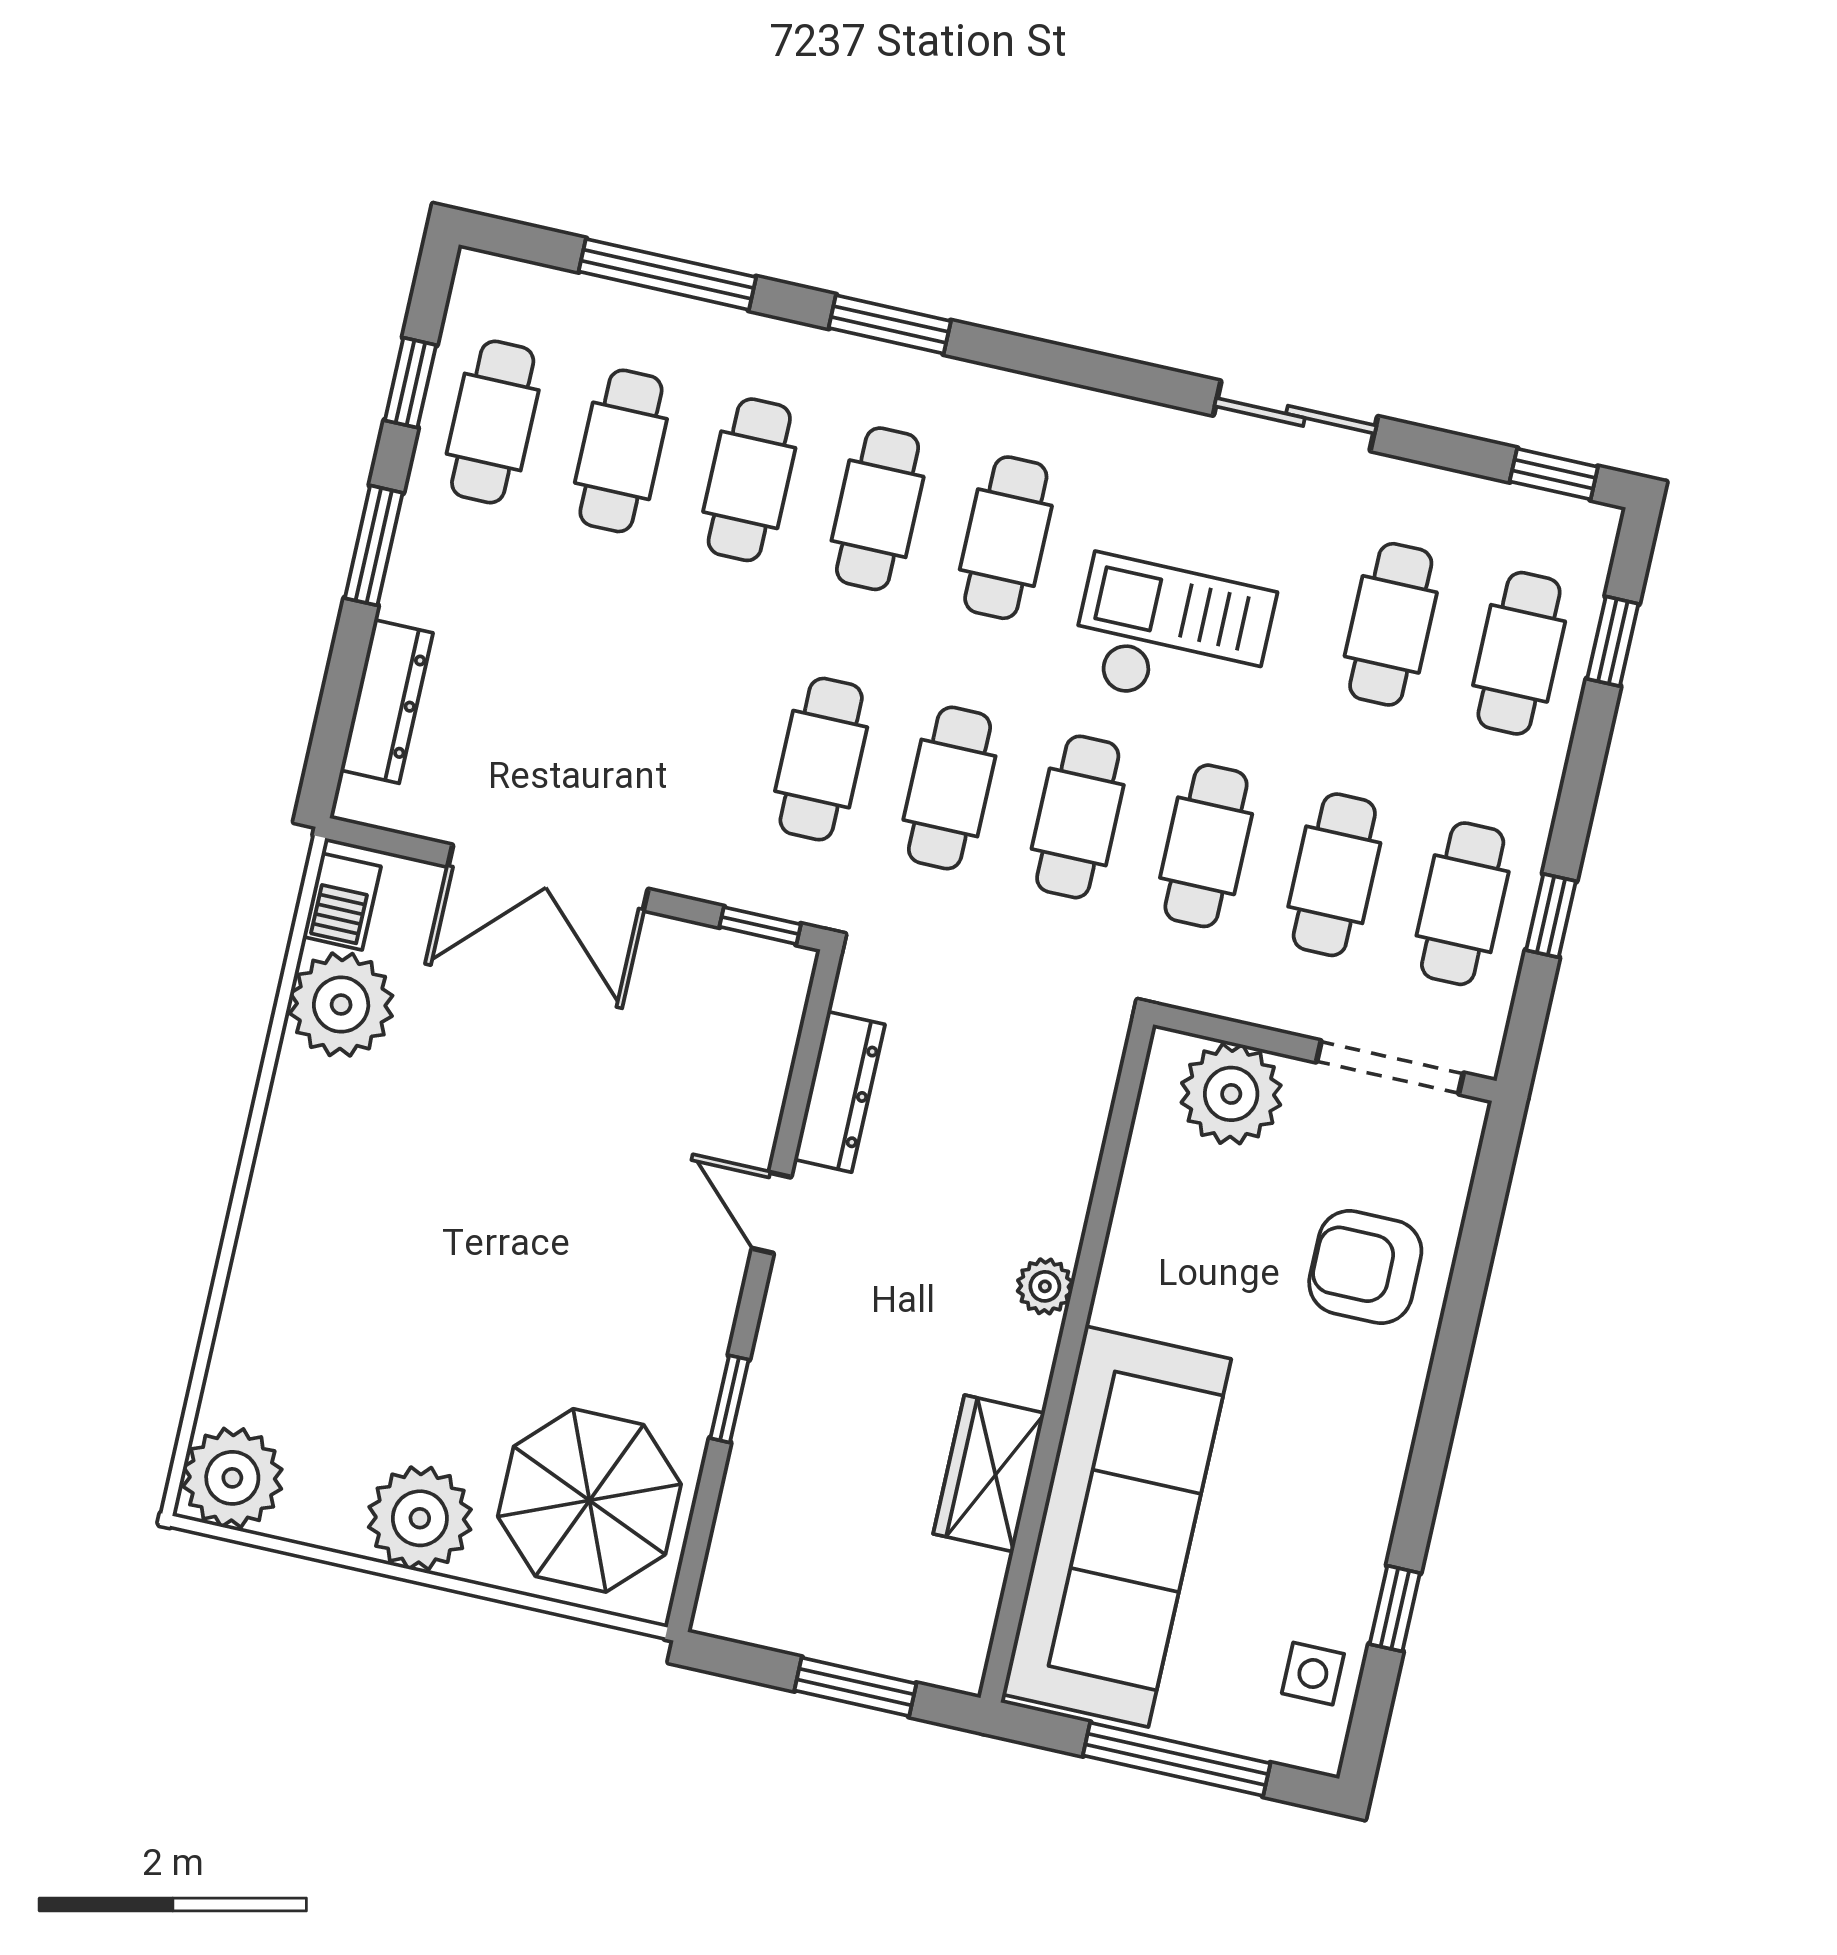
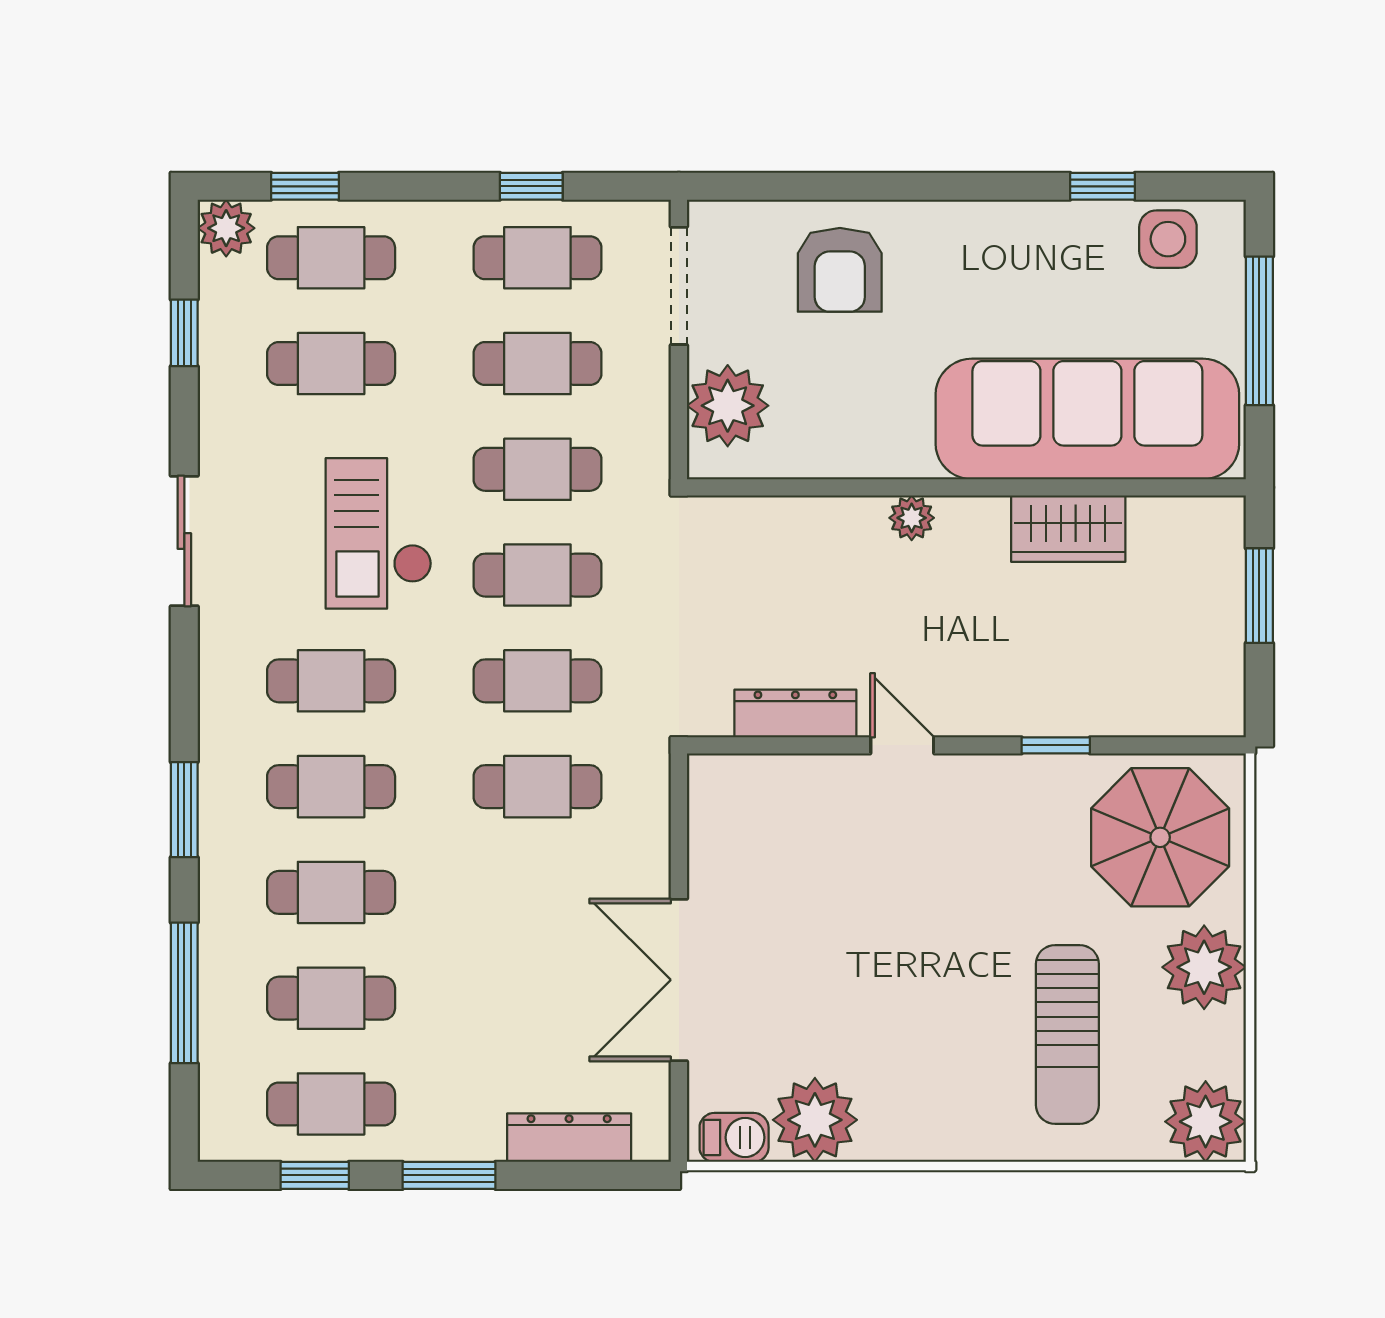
sliding door: (1295, 416) -> (184, 541), moved
window: (1554, 474) -> (184, 333), moved
plant: (1584, 534) -> (226, 228), added
double door: (548, 878) -> (679, 980), swing flipped
window: (760, 926) -> (679, 805), removed
door: (771, 1213) -> (902, 745), swing flipped
sun lounger: (376, 1334) -> (1067, 1034), added
side table: (1313, 1674) -> (1168, 239), width x1.37, depth x1.37

